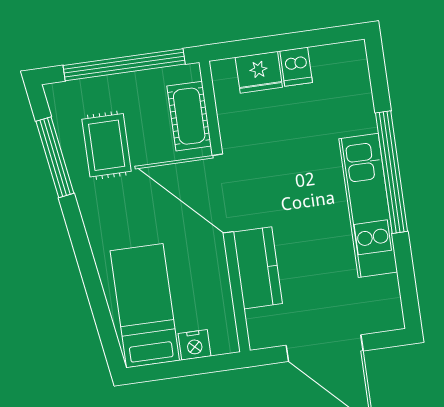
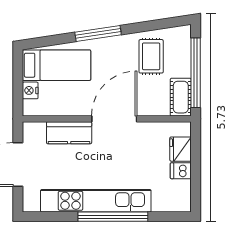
cot: (189, 116) -> (181, 97), moved, turned 90
rug: (107, 145) -> (151, 56), turned 90
window: (55, 157) -> (98, 33), moved
kitchen unit: (368, 205) -> (96, 201), width x1.36

